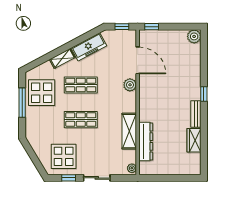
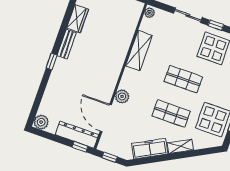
dresser: (146, 141) -> (77, 135), moved, turned 90

